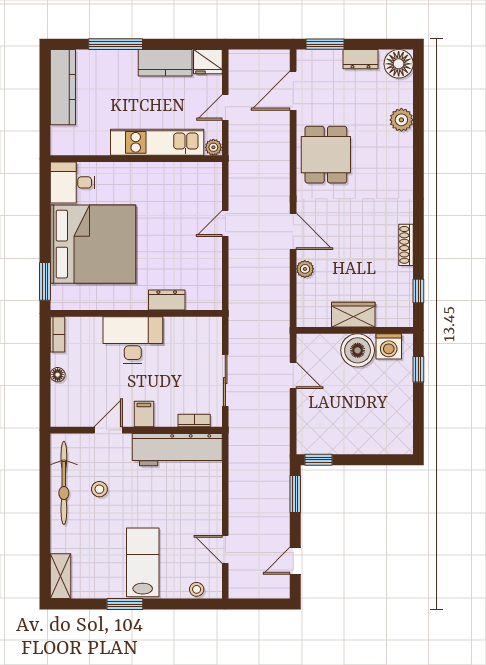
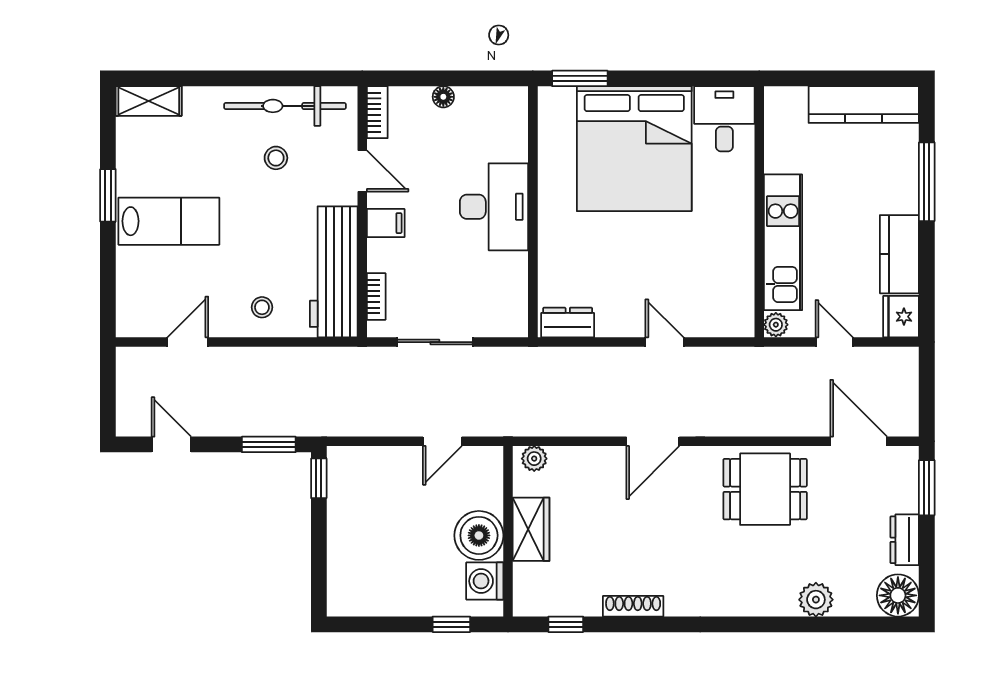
plant: (305, 269) -> (534, 459), moved
dresser: (167, 300) -> (568, 322), moved, turned -90
bookcase: (57, 334) -> (377, 112), moved, turned -90
stool: (197, 589) -> (262, 307), moved

